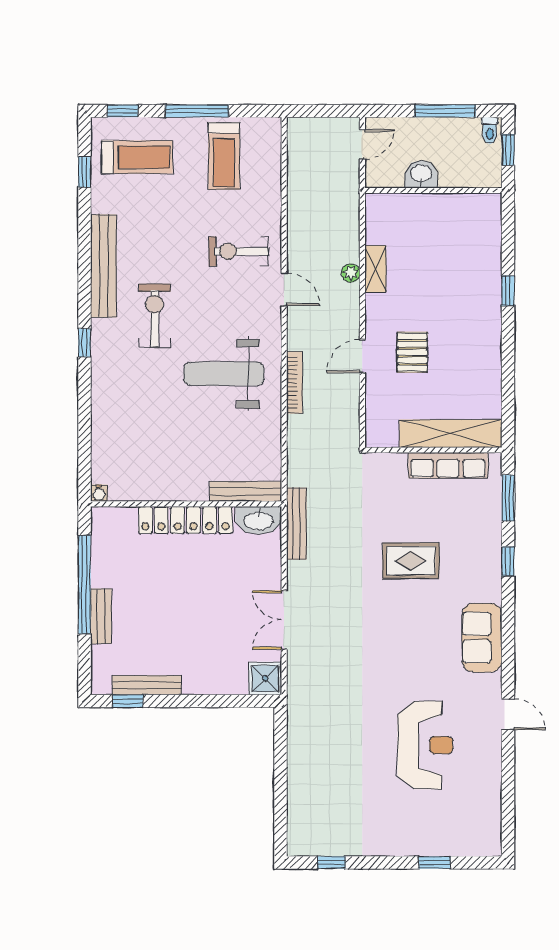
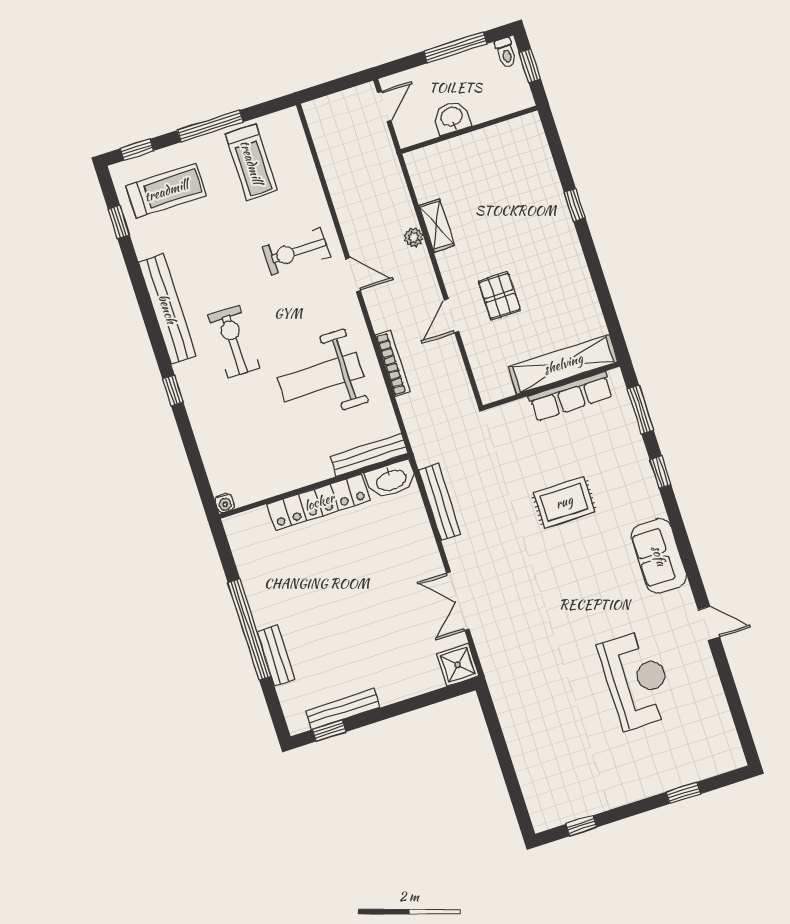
bench: (246, 491) -> (369, 455), moved
water cooler: (99, 493) -> (225, 503), moved
wall: (186, 504) -> (314, 486), moved
locker: (185, 520) -> (319, 502), moved
washbasin: (259, 520) -> (391, 479), moved

